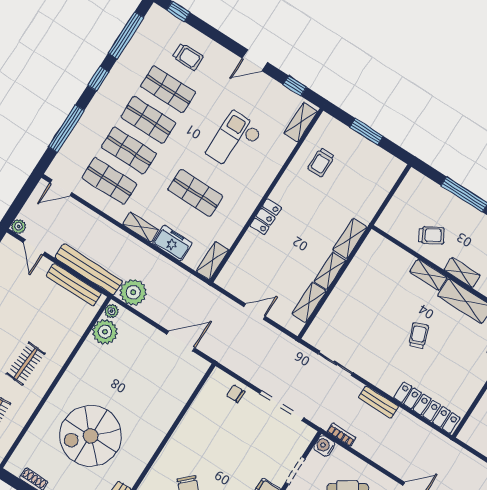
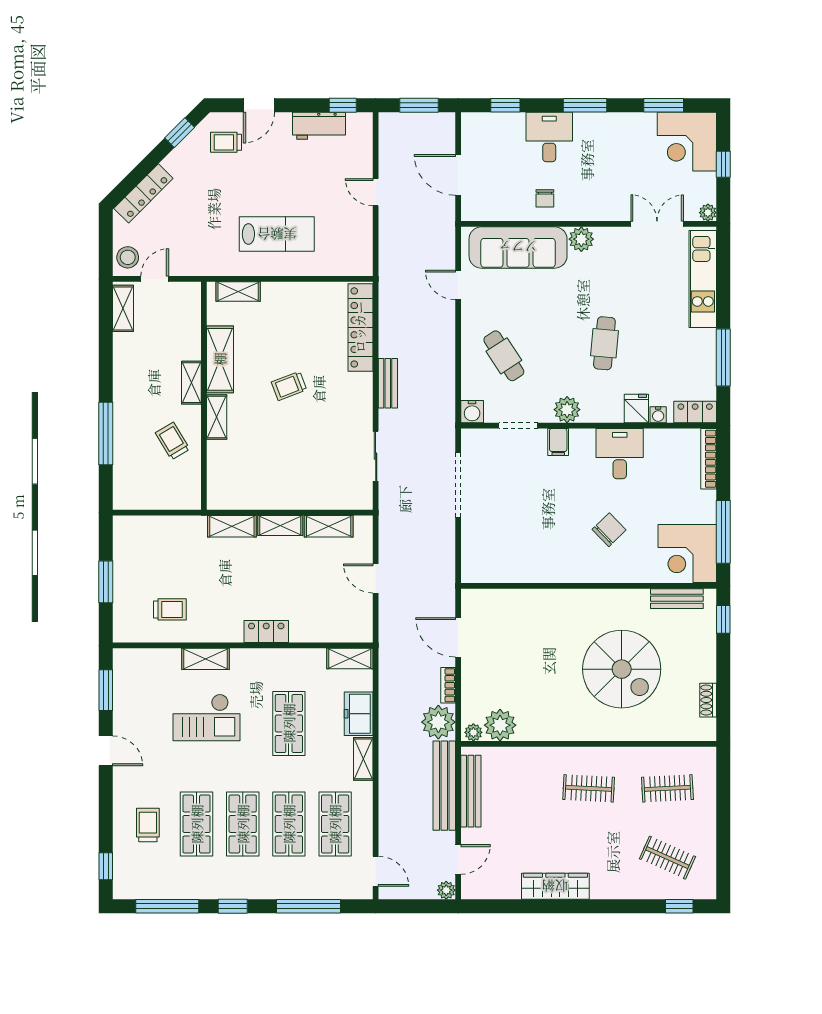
window: (295, 86) -> (106, 690), width x1.50
shelving: (301, 122) -> (206, 659), moved
chair: (236, 394) -> (477, 542), removed
bookcase: (341, 435) -> (448, 685), moved

